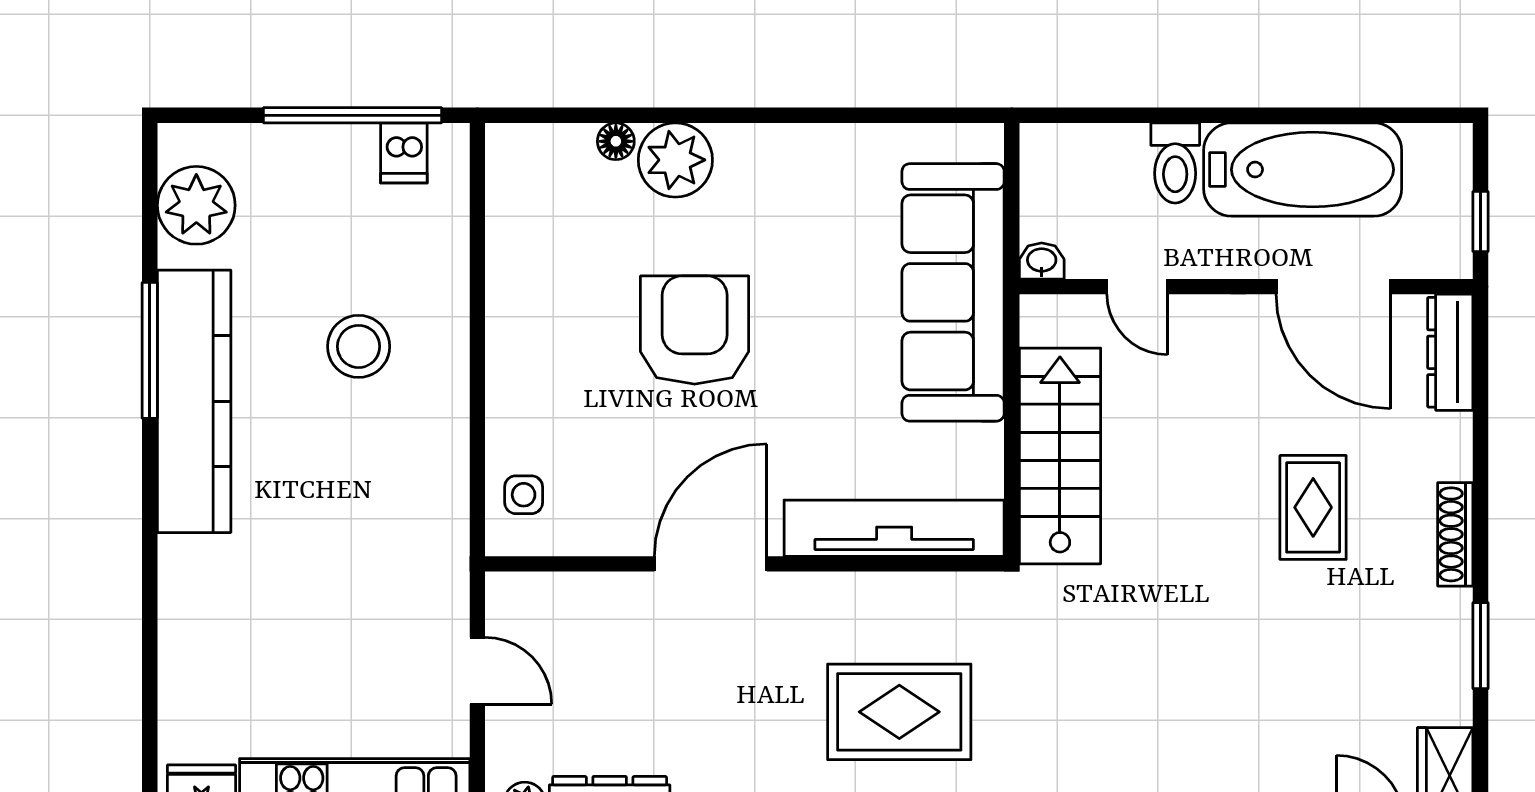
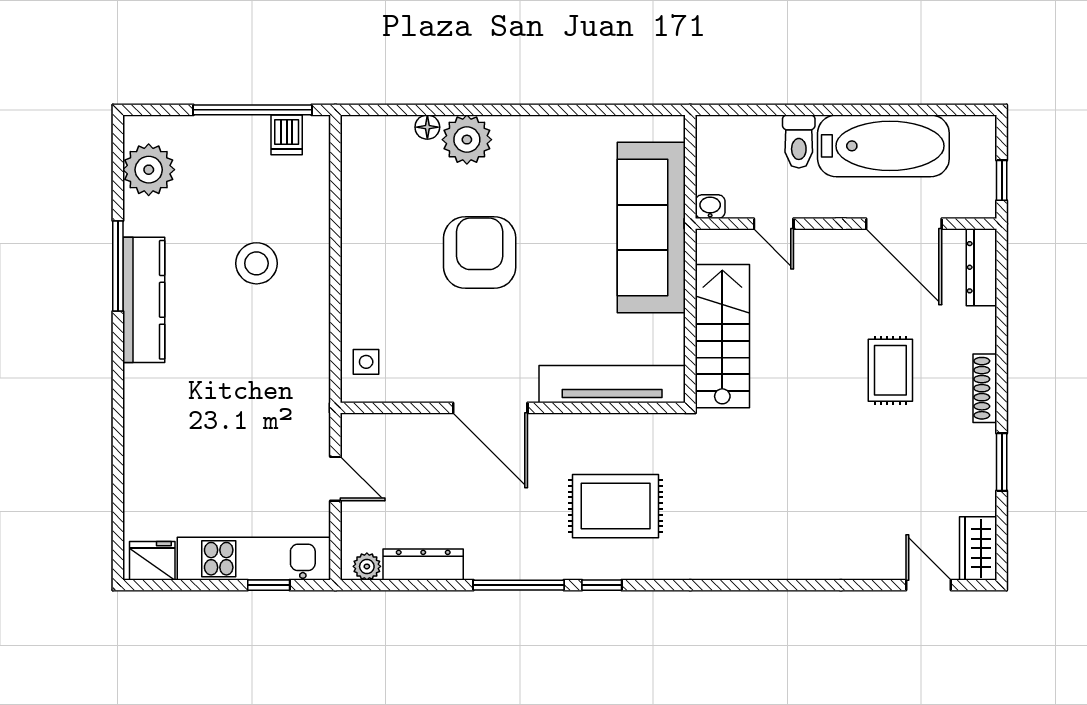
kitchen counter: (194, 401) -> (144, 300), width x0.72, depth x0.86
door: (711, 564) -> (490, 408), swing flipped

